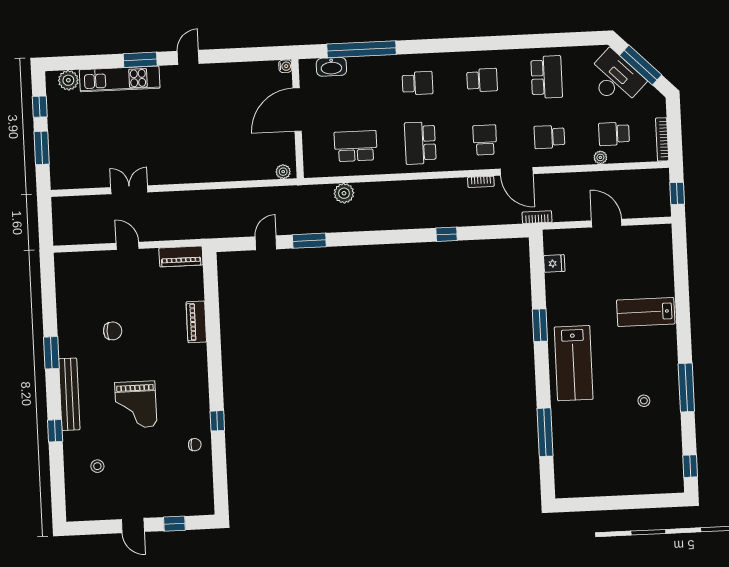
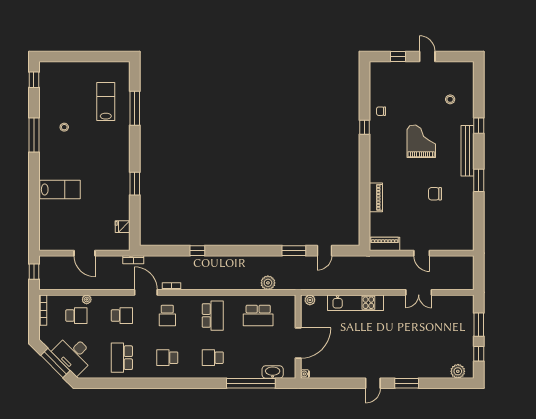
kitchen unit: (120, 79) -> (355, 303), moved, turned 180
lab bench: (574, 363) -> (106, 102), moved, width x0.73, depth x0.72

